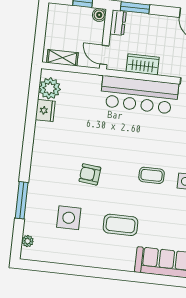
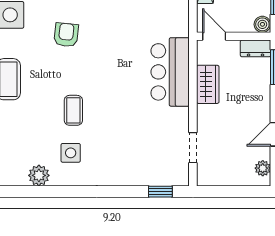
door: (104, 55) -> (214, 36), hinge flipped
bar counter: (139, 95) -> (170, 72), width x0.73

